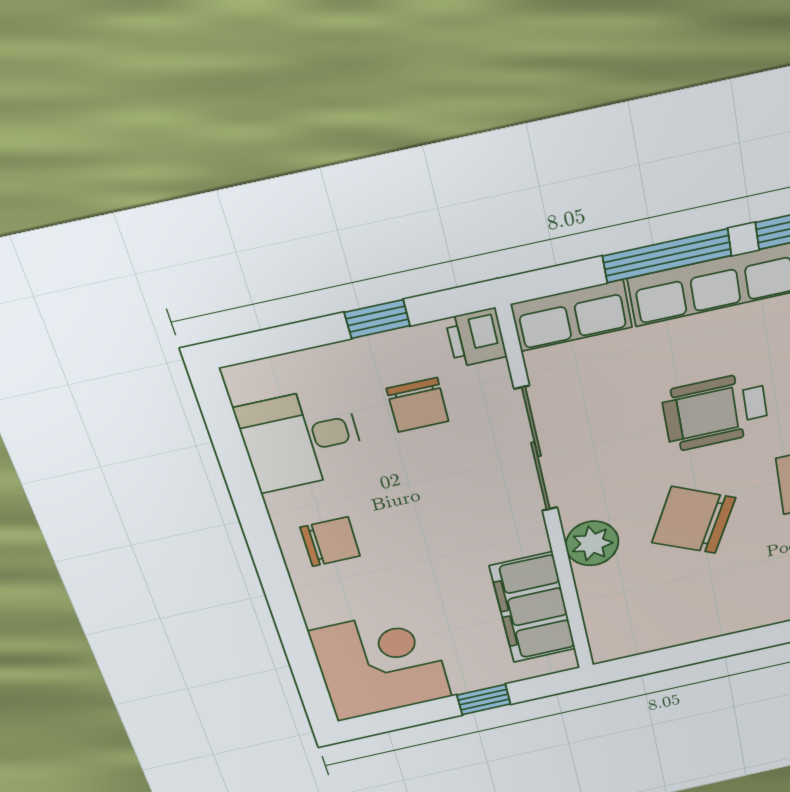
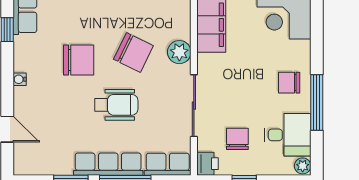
plant: (245, 383) -> (303, 166), added
window: (254, 518) -> (317, 102), added

